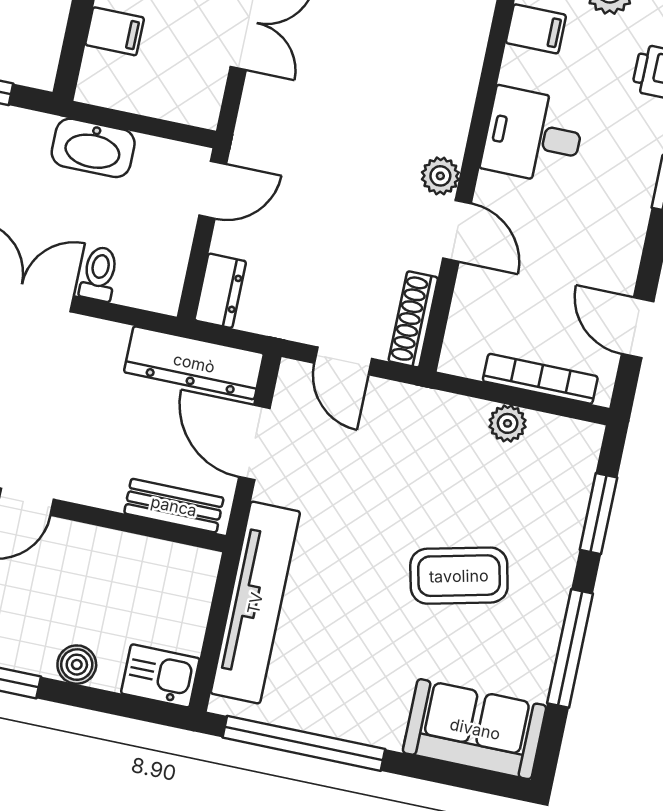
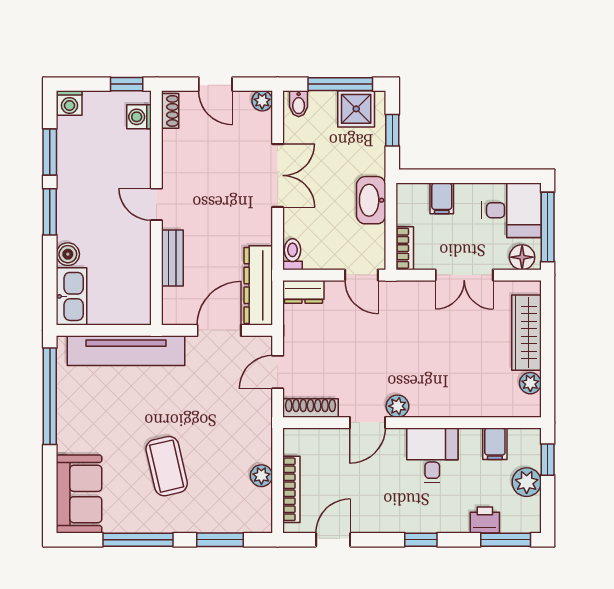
bookcase: (184, 109) -> (405, 248), added
toilet: (99, 274) -> (292, 254), moved, turned -90
bench: (174, 506) -> (172, 258), moved
kitchen sink: (160, 676) -> (72, 296), width x1.38

